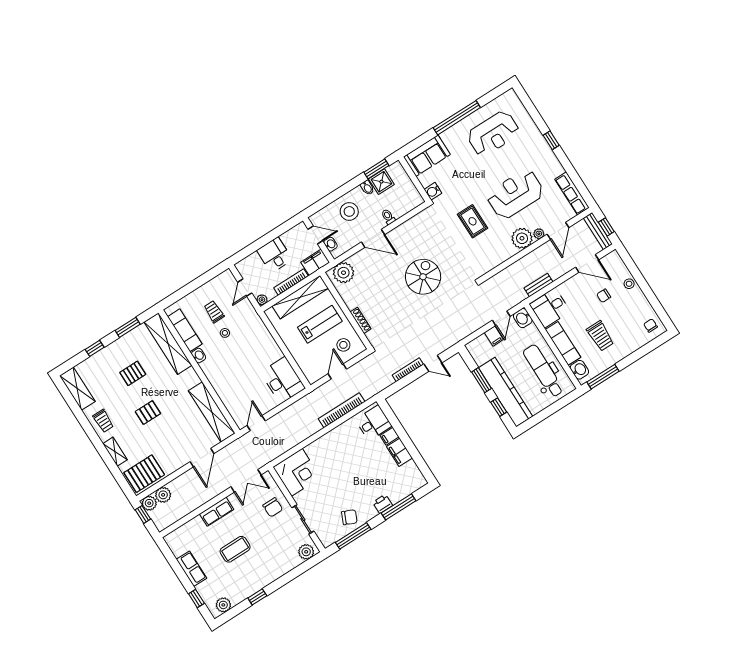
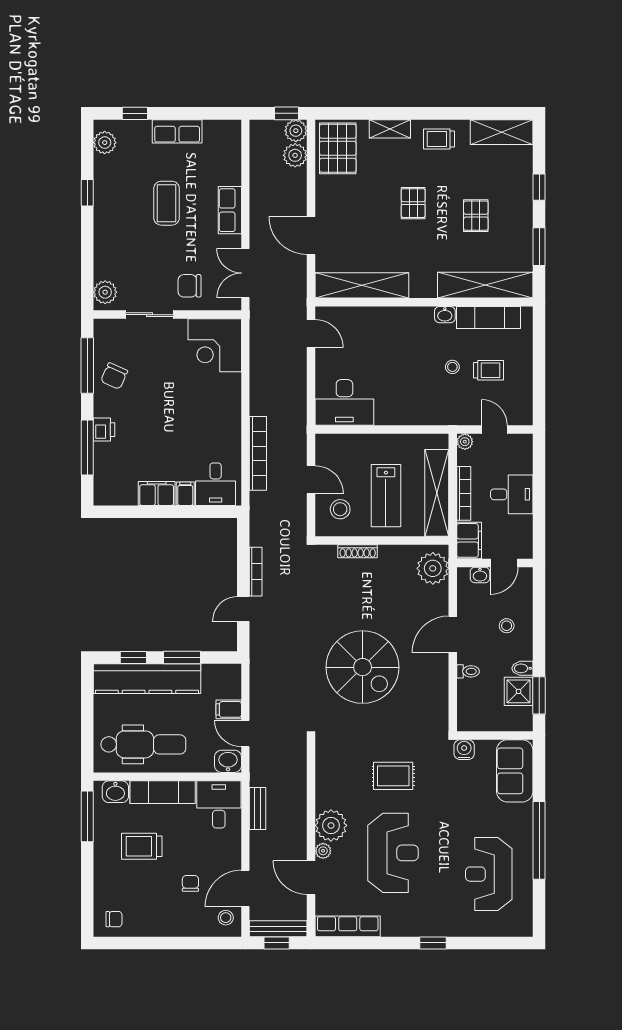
stool: (349, 211) -> (507, 626), width x0.53, depth x0.53
spiral stairs: (423, 277) -> (363, 667), width x1.37, depth x1.37
stool: (629, 284) -> (226, 918), moved

